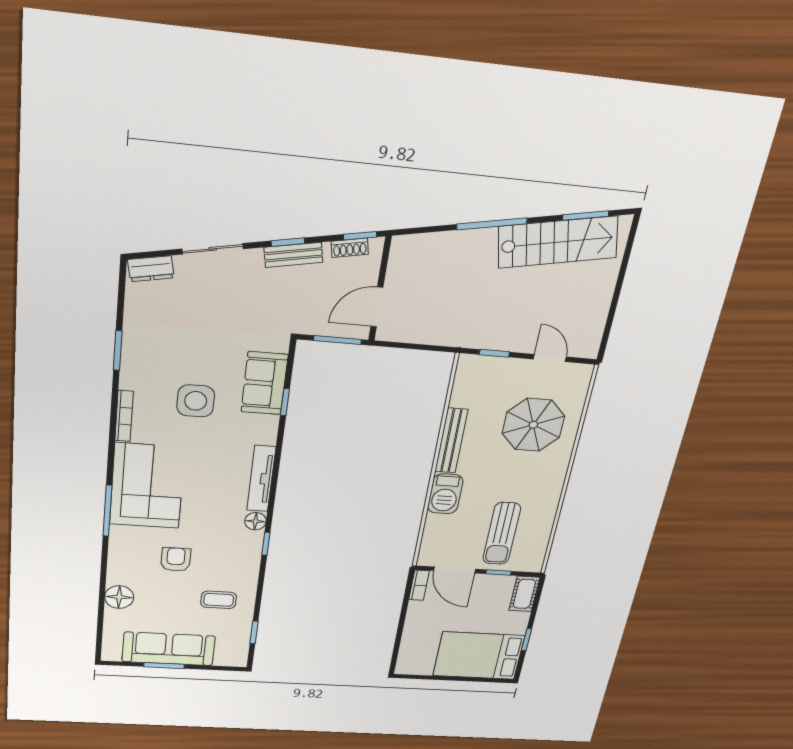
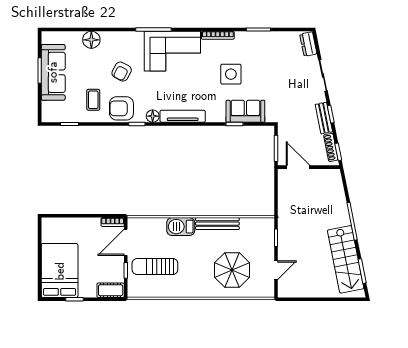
shoe rack: (350, 248) -> (331, 147), width x1.43
armchair: (176, 559) -> (122, 72), turned 118
armchair: (237, 563) -> (121, 108), added

